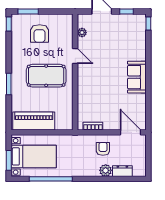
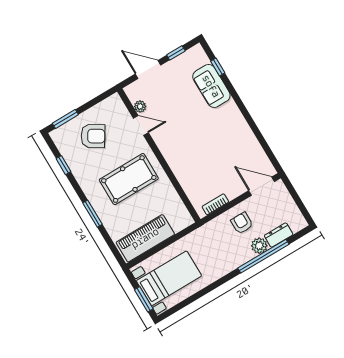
window: (9, 24) -> (64, 165), moved
window: (148, 24) -> (218, 67), moved
armchair: (40, 33) -> (93, 136), turned -58
door: (75, 56) -> (141, 125), moved
sofa: (137, 77) -> (211, 86), moved
window: (51, 179) -> (263, 256), moved

